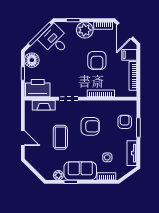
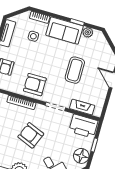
armchair: (97, 60) -> (31, 135), moved, turned -68
armchair: (90, 126) -> (35, 85), moved

